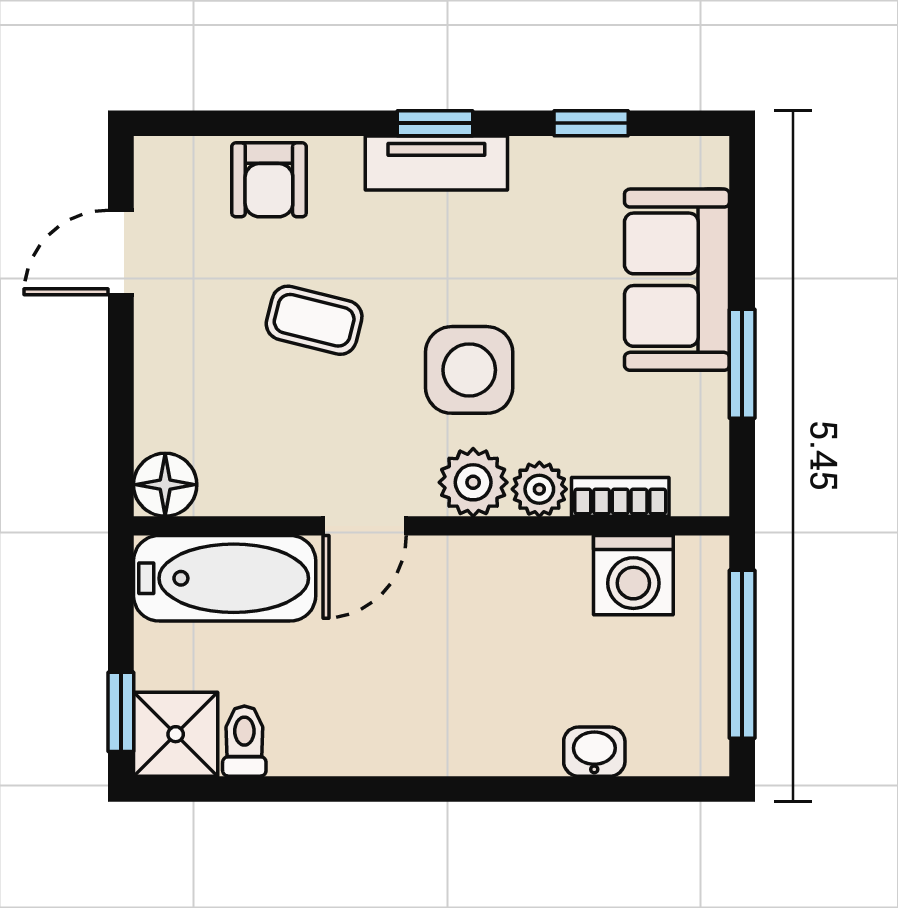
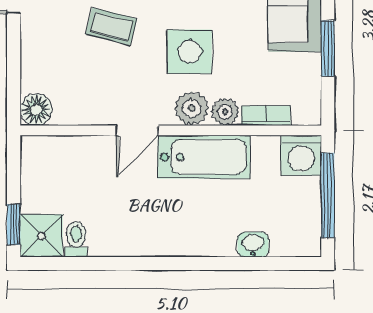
washing machine: (633, 575) -> (301, 155), moved
bathtub: (225, 578) -> (204, 157), moved

